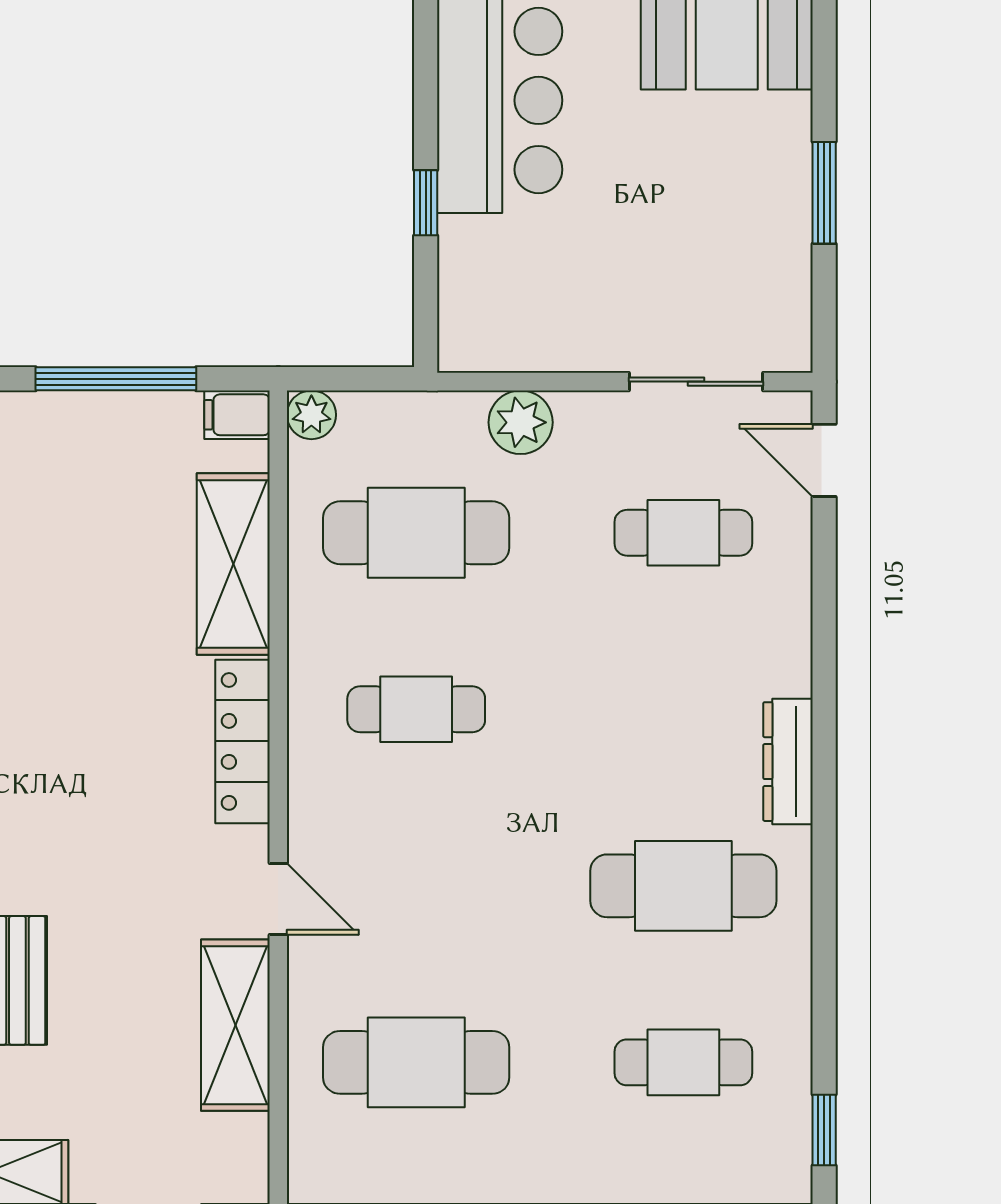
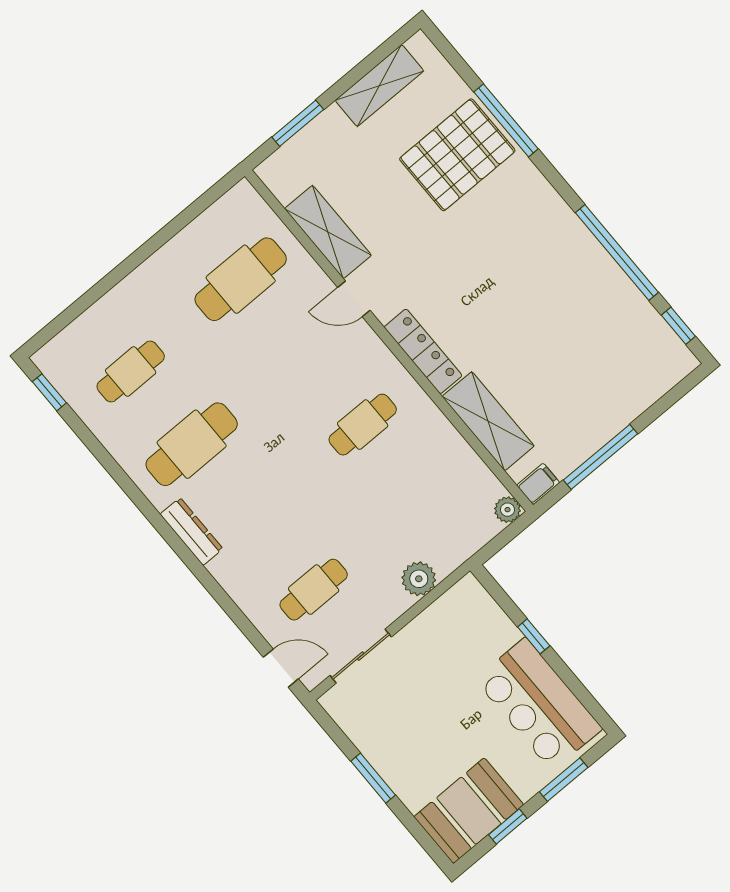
cafe table: (416, 533) -> (424, 497), removed

